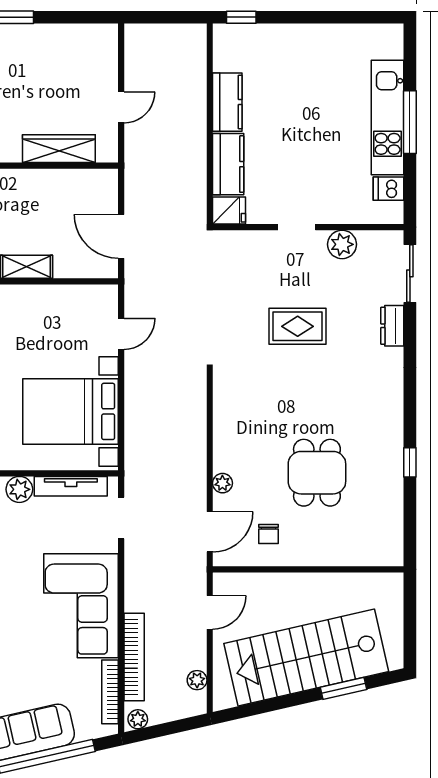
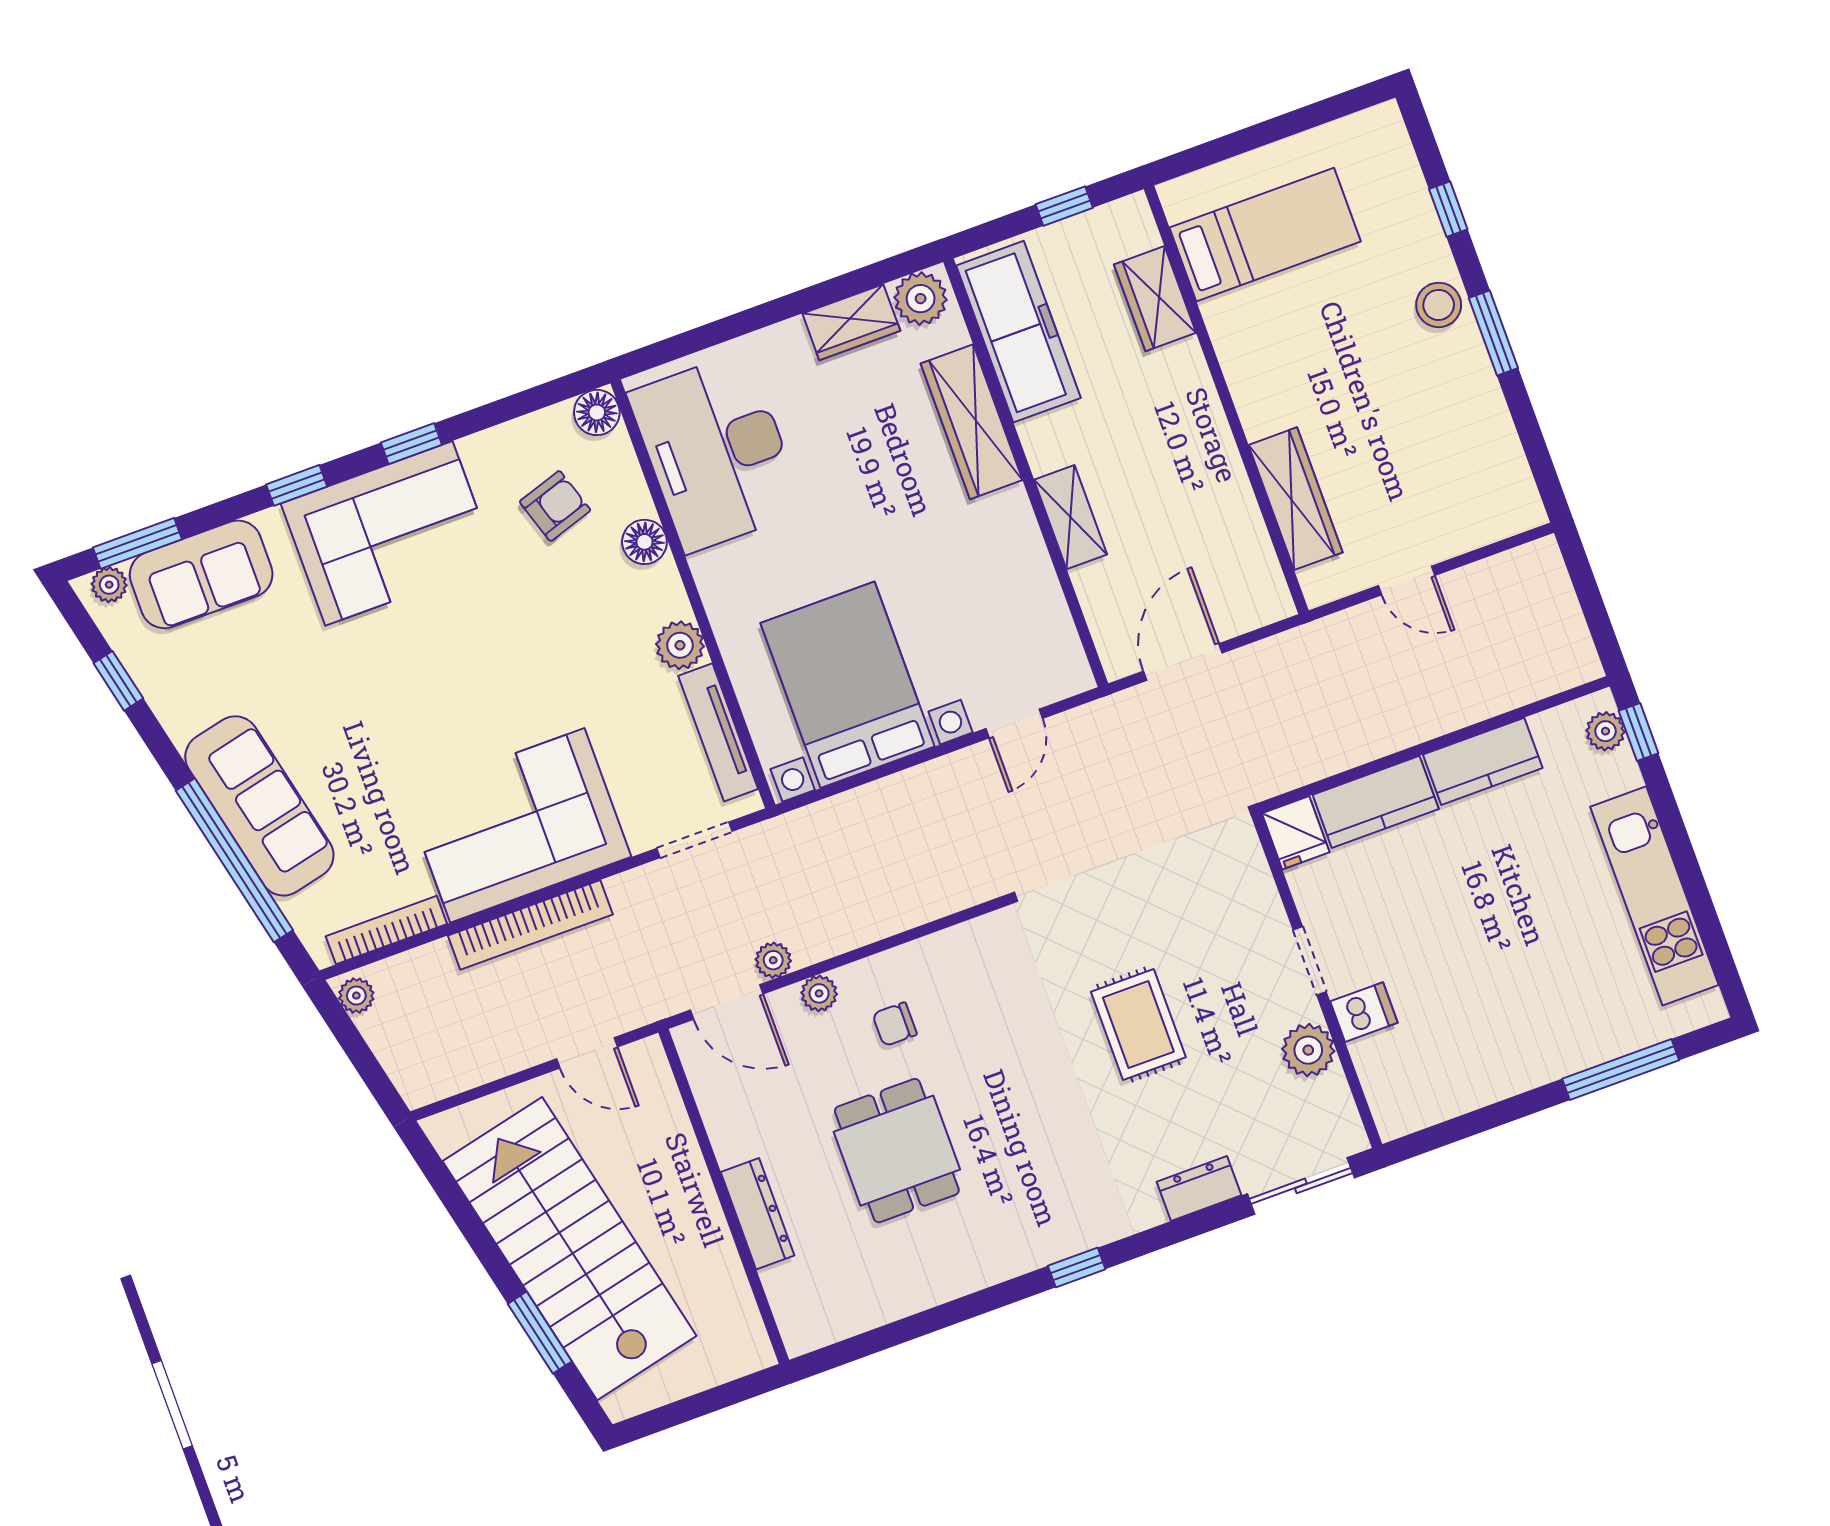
plant: (235, 34) -> (1606, 731), added
kitchen unit: (388, 117) -> (1654, 896), moved, turned -90
window: (410, 122) -> (1621, 1070), moved
dishwasher: (389, 189) -> (1364, 1012), moved, turned 90
door: (121, 334) -> (1014, 723), hinge flipped
window: (410, 462) -> (1077, 1267), moved
dining table: (317, 473) -> (897, 1151), turned 90
chair: (268, 534) -> (895, 1024), moved
dresser: (323, 555) -> (758, 1214), added
bookcase: (134, 657) -> (530, 925), moved
plant: (197, 680) -> (773, 960), moved

